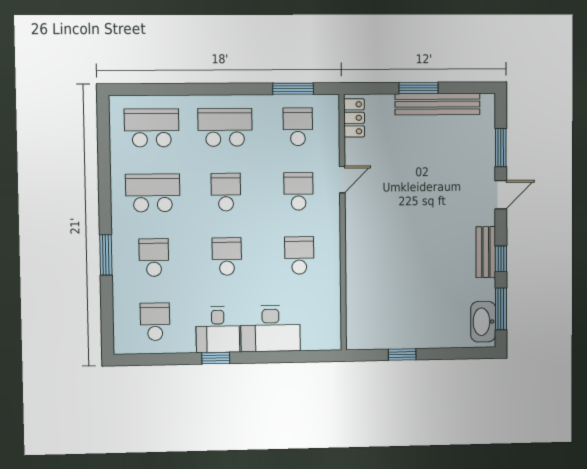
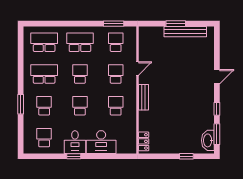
locker: (354, 118) -> (144, 141), moved
window: (501, 148) -> (217, 53), removed
bench: (486, 252) -> (143, 97), moved
window: (402, 354) -> (186, 156), moved

